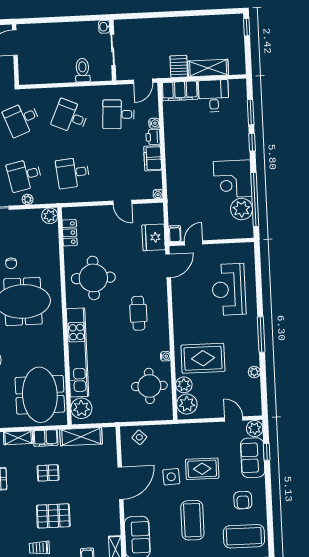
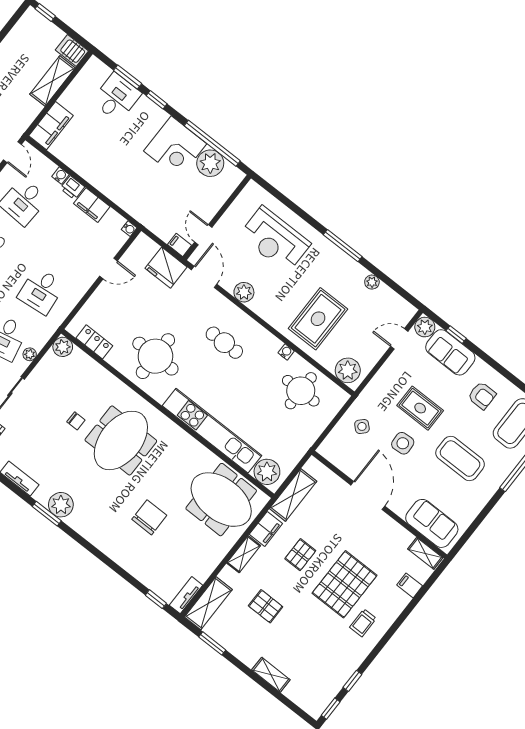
server rack: (179, 66) -> (72, 50), moved
desk: (214, 96) -> (116, 97), moved, turned 90
plant: (184, 385) -> (244, 292), moved
side table: (139, 437) -> (362, 426), moved
rug: (202, 469) -> (420, 408), turned 90
pallet: (53, 516) -> (345, 584), width x1.37, depth x1.41

